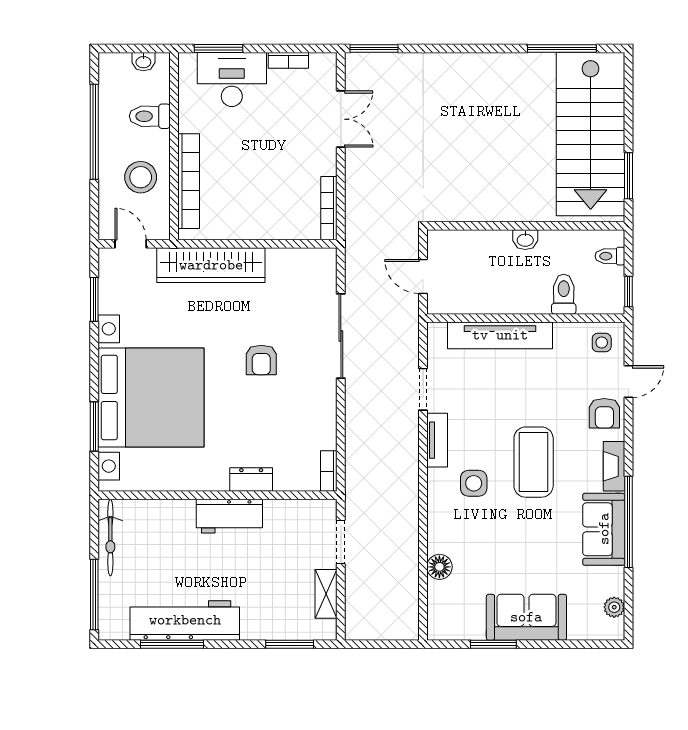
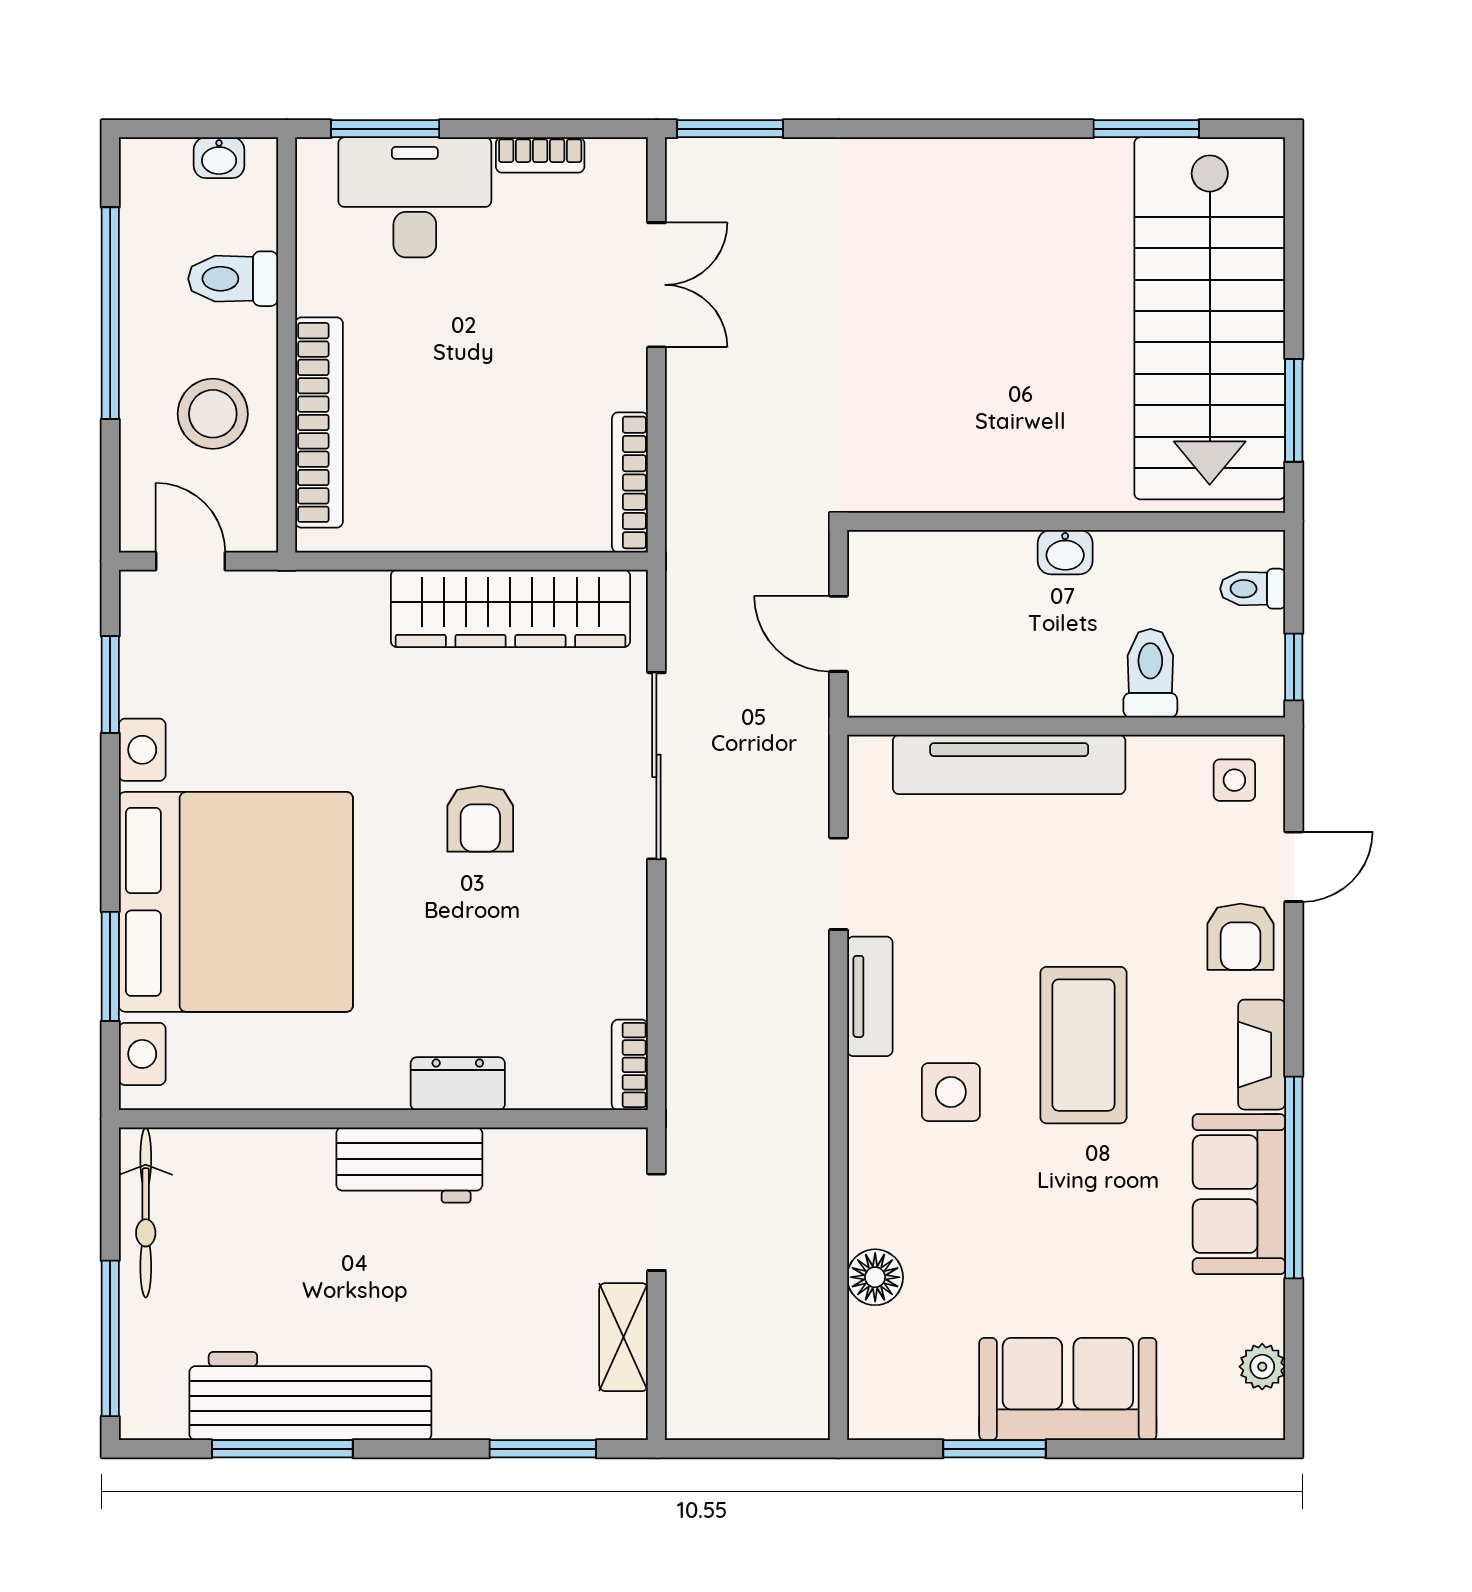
window: (562, 49) -> (1146, 129), width x0.69
wardrobe: (211, 265) -> (510, 608), moved

